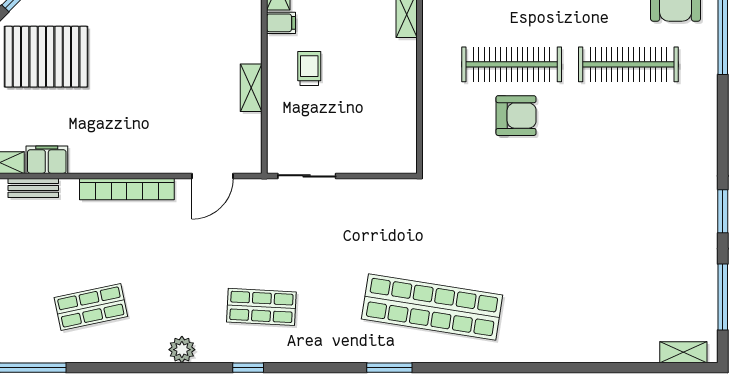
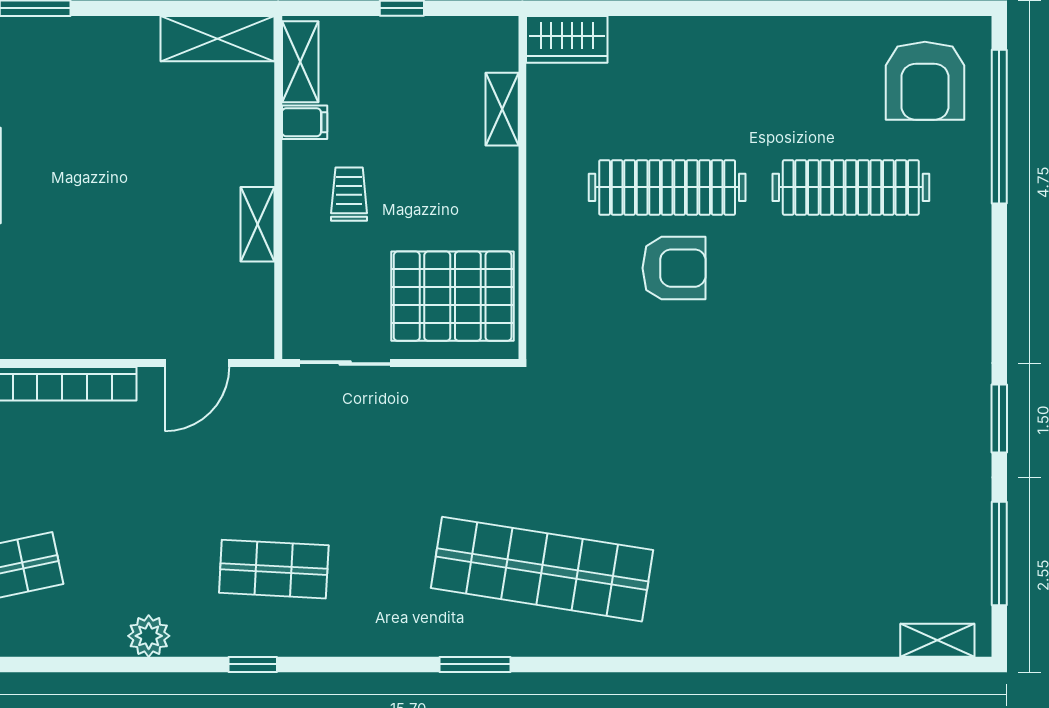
pallet: (375, 133) -> (453, 296), added

